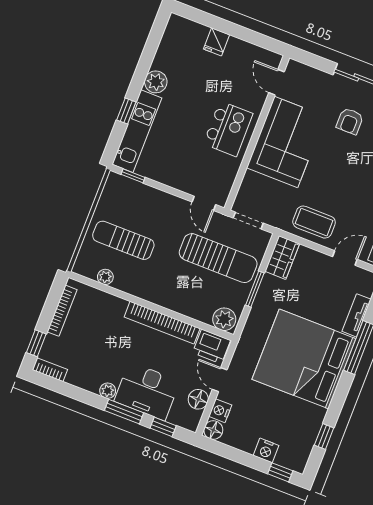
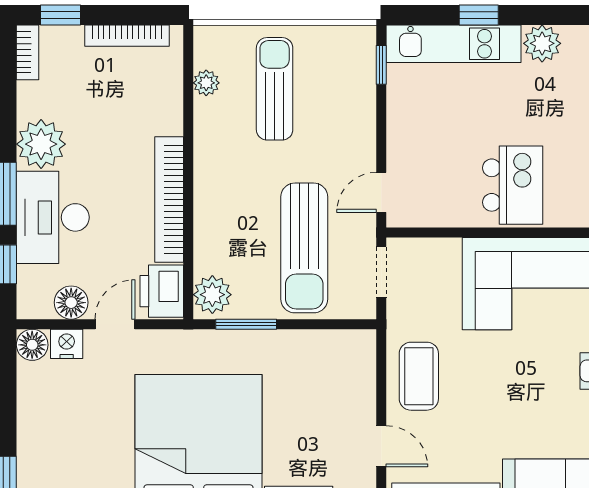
kitchen island: (228, 129) -> (513, 185), turned -90
wardrobe: (282, 257) -> (344, 348), removed
window: (255, 289) -> (246, 324), moved
plant: (108, 391) -> (41, 144), width x1.87, depth x1.87
nightstand: (266, 450) -> (32, 440), removed

